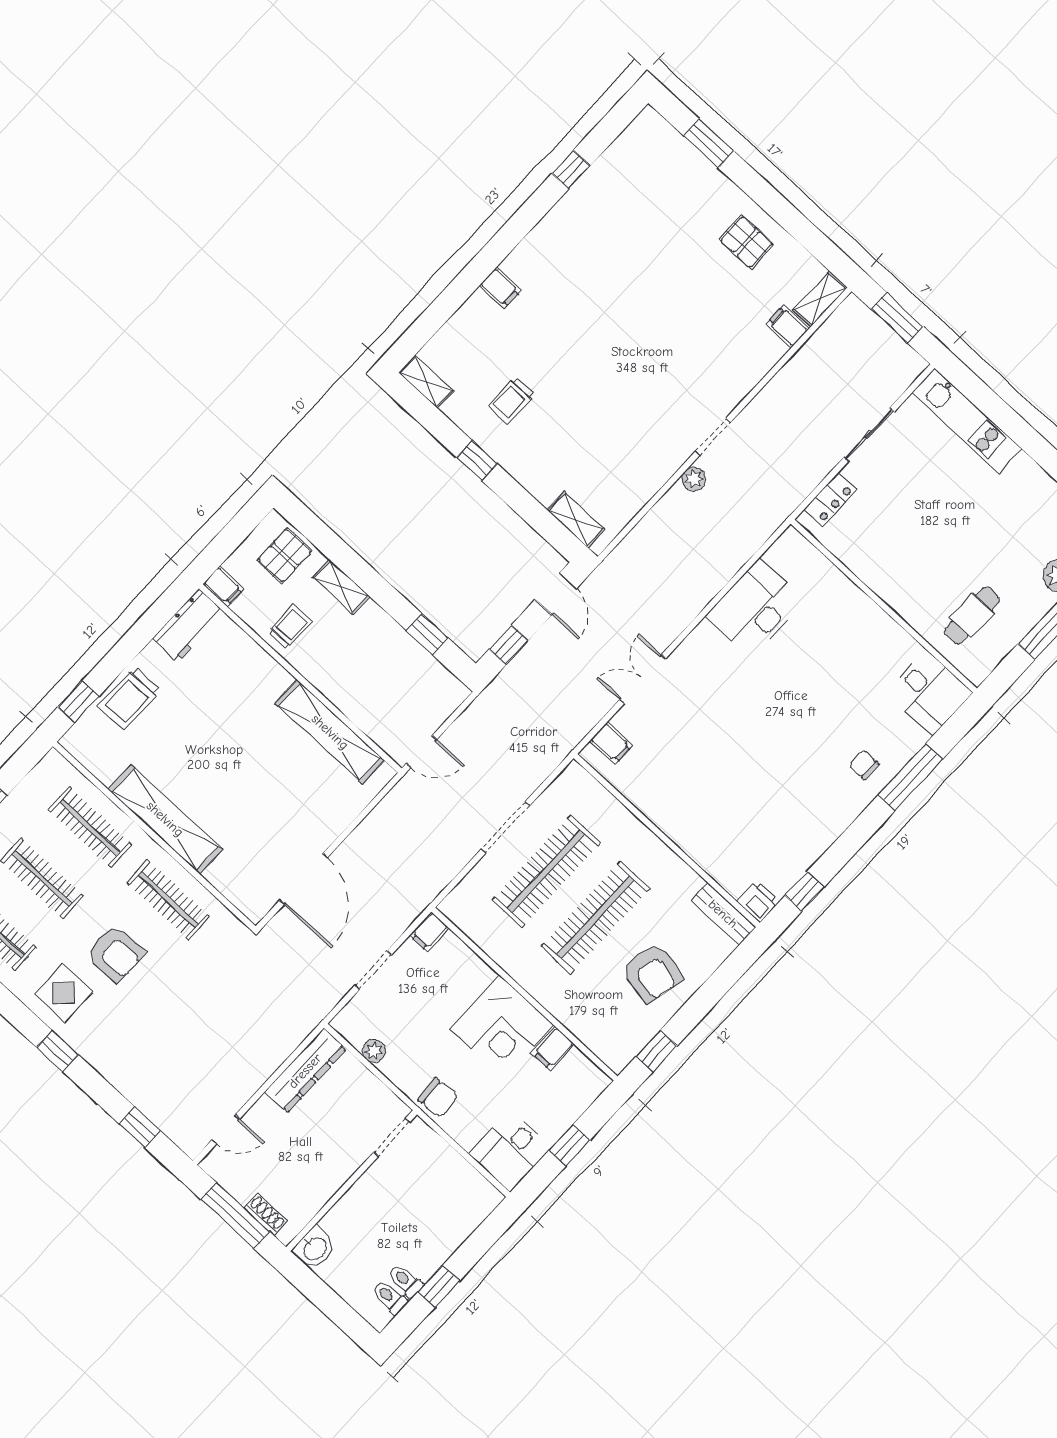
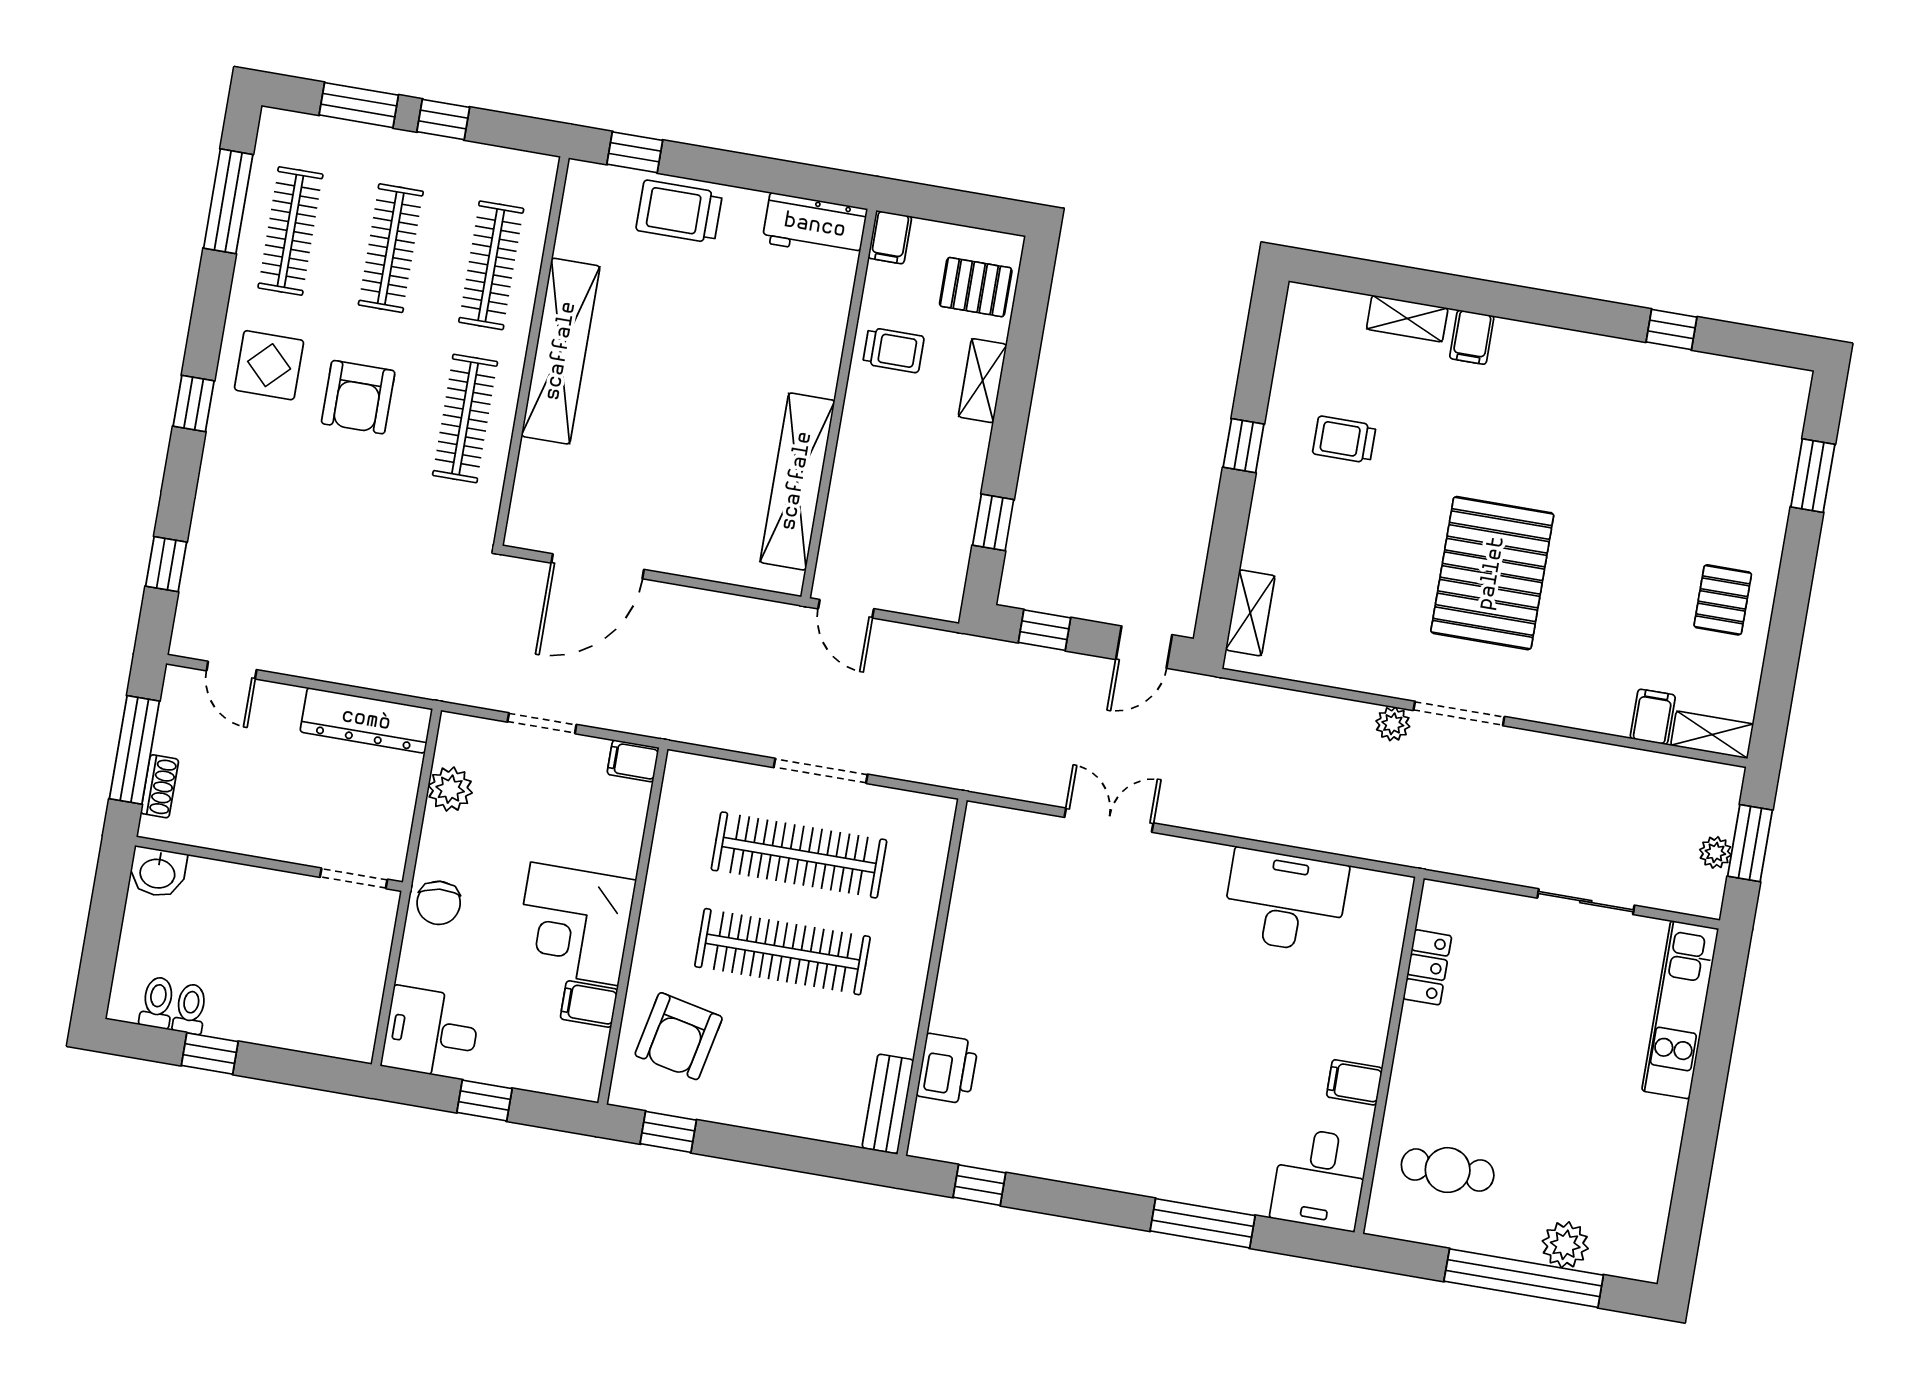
plant: (889, 341) -> (1715, 852), added
pallet: (644, 365) -> (1492, 573), added
shelving: (426, 382) -> (1407, 319), moved, turned 90
doorway: (713, 437) -> (1459, 713), width x1.38
locker: (831, 499) -> (1427, 967), moved, turned -90
filing cabinet: (611, 743) -> (1354, 1082), moved, turned 90
chair: (864, 765) -> (1180, 1157), removed
printer: (758, 901) -> (947, 1069), moved, width x1.36, depth x1.24
armchair: (652, 973) -> (679, 1036), moved
plant: (374, 1051) -> (450, 789), width x1.38, depth x1.38

